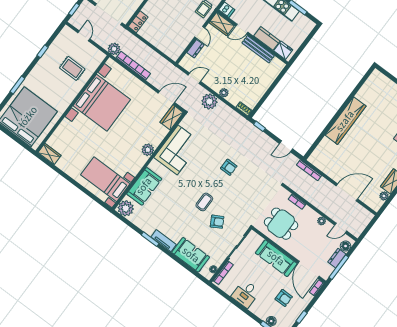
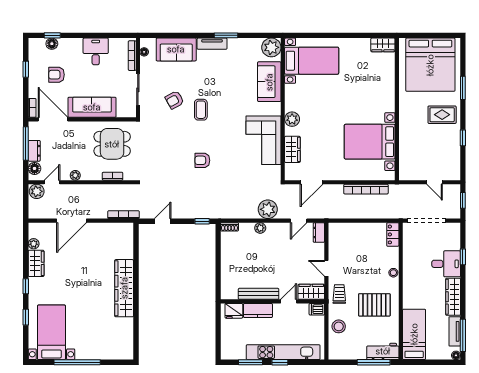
plant: (114, 49) -> (37, 191), moved
dresser: (195, 49) -> (319, 232), moved
rug: (72, 68) -> (442, 115), moved
bed with nightstands: (102, 103) -> (370, 142), width x0.73
wardrobe: (172, 117) -> (292, 149), moved

